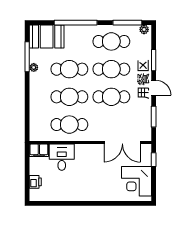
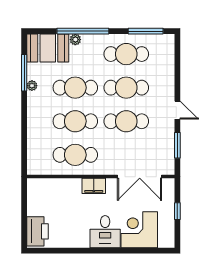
plant: (144, 29) -> (75, 40), moved
window: (154, 60) -> (177, 77), removed
filing cabinet: (39, 150) -> (94, 186), moved
desk: (62, 157) -> (105, 232), moved, turned 180
window: (154, 160) -> (177, 211), moved
corner desk: (136, 181) -> (139, 230), moved, turned 90
printer: (35, 182) -> (37, 231), width x1.87, depth x1.48

